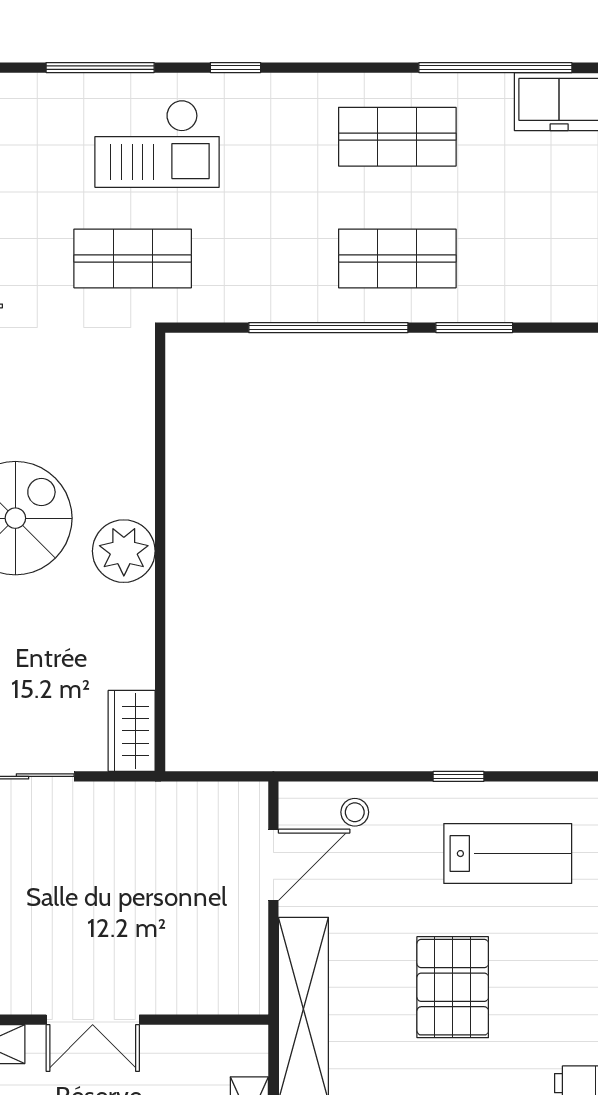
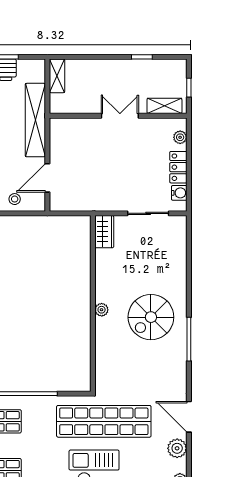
shop shelf: (133, 258) -> (104, 421), width x2.00, depth x1.36
plant: (124, 551) -> (102, 310), width x0.53, depth x0.53

